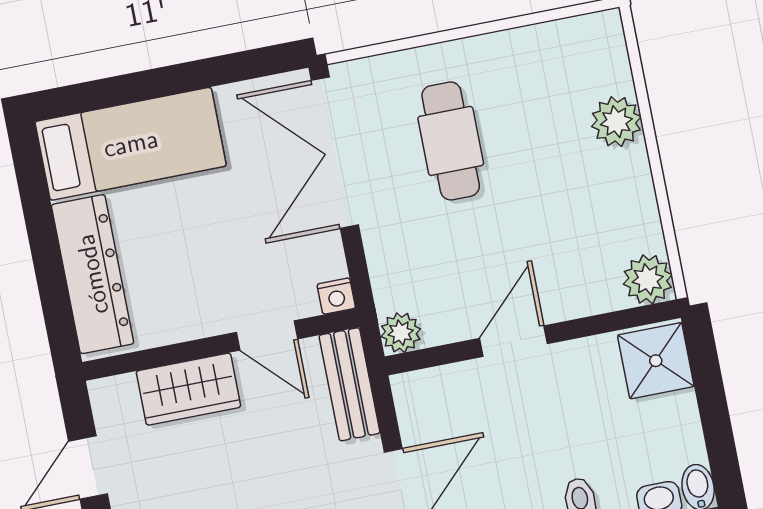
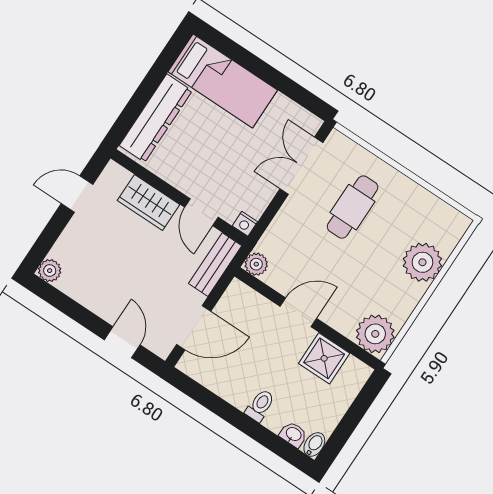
plant: (616, 122) -> (422, 262), width x1.36, depth x1.36
double door: (335, 153) -> (301, 166), width x0.73
plant: (648, 279) -> (375, 334), width x1.36, depth x1.36
shower: (656, 361) -> (324, 358), moved

